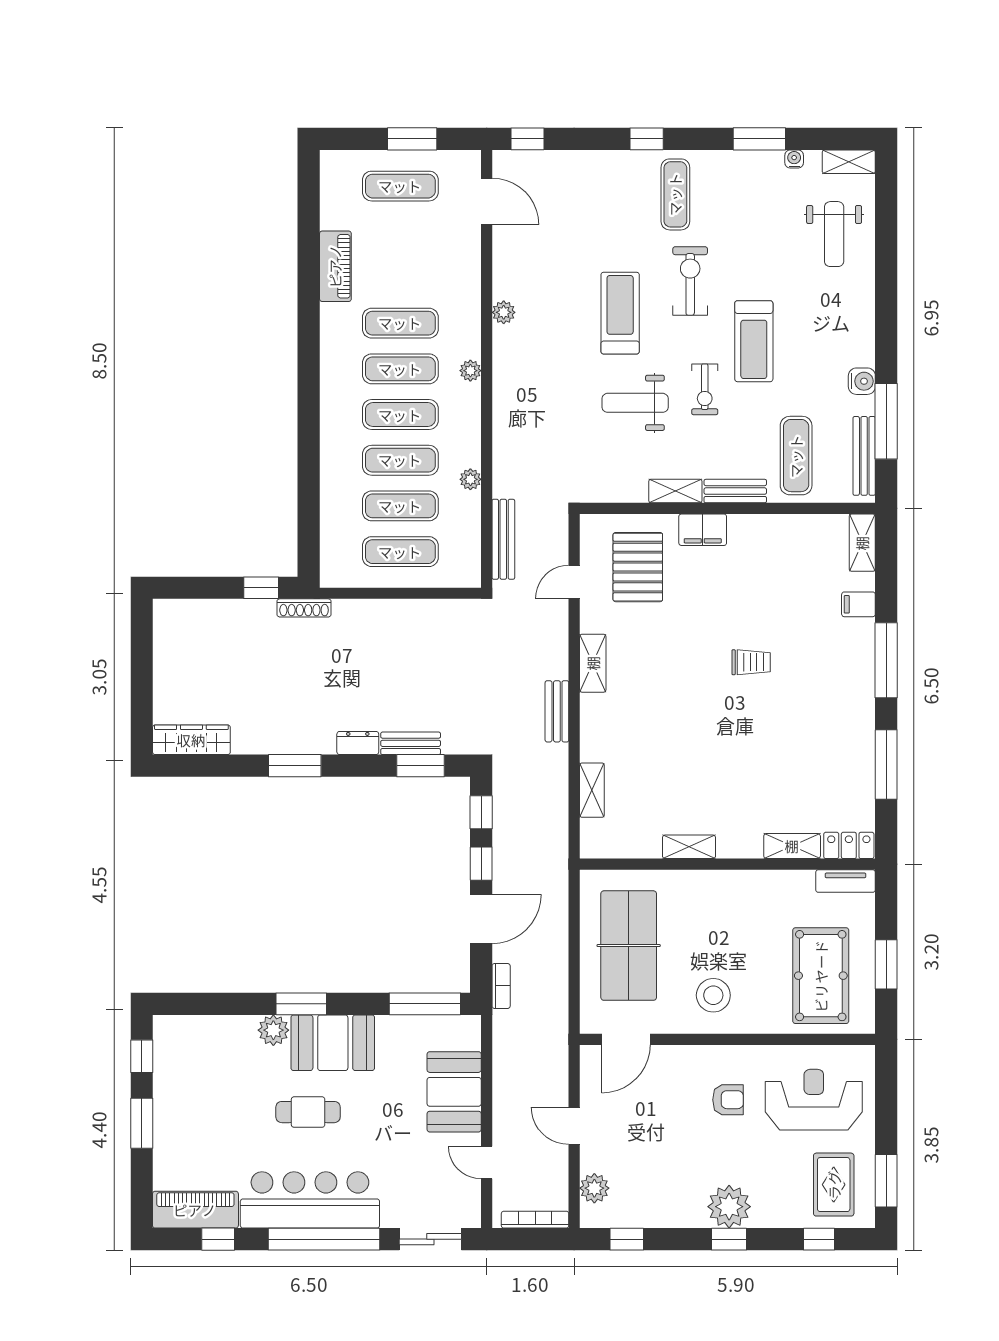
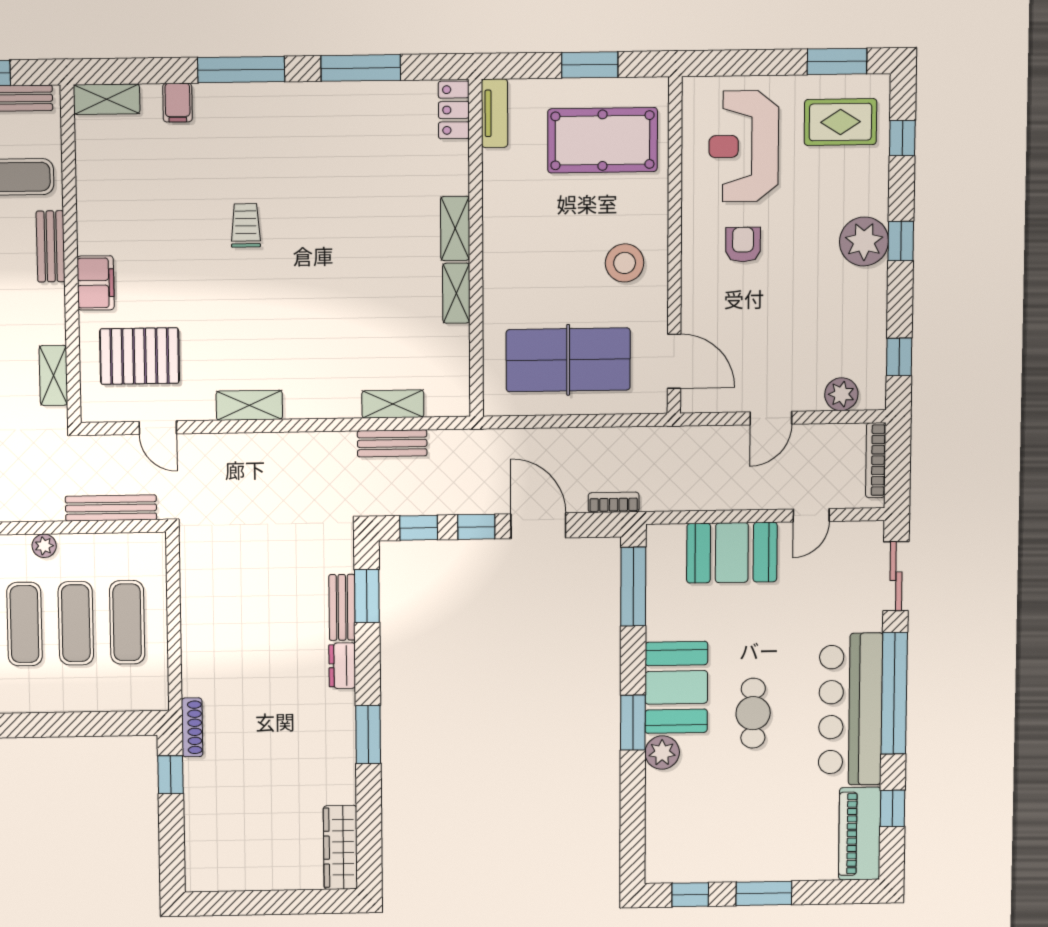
shelving: (675, 491) -> (53, 375), moved
bench: (557, 711) -> (392, 443), moved
shelving: (792, 846) -> (455, 228), moved

